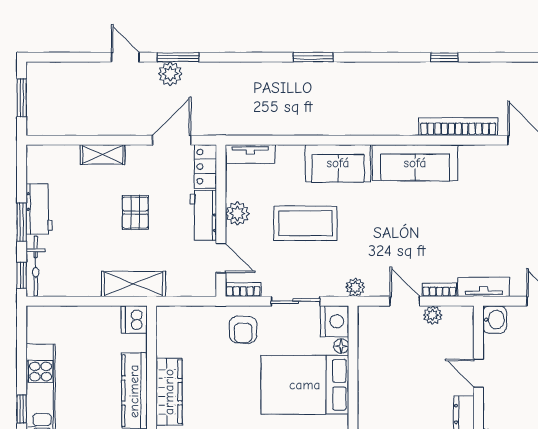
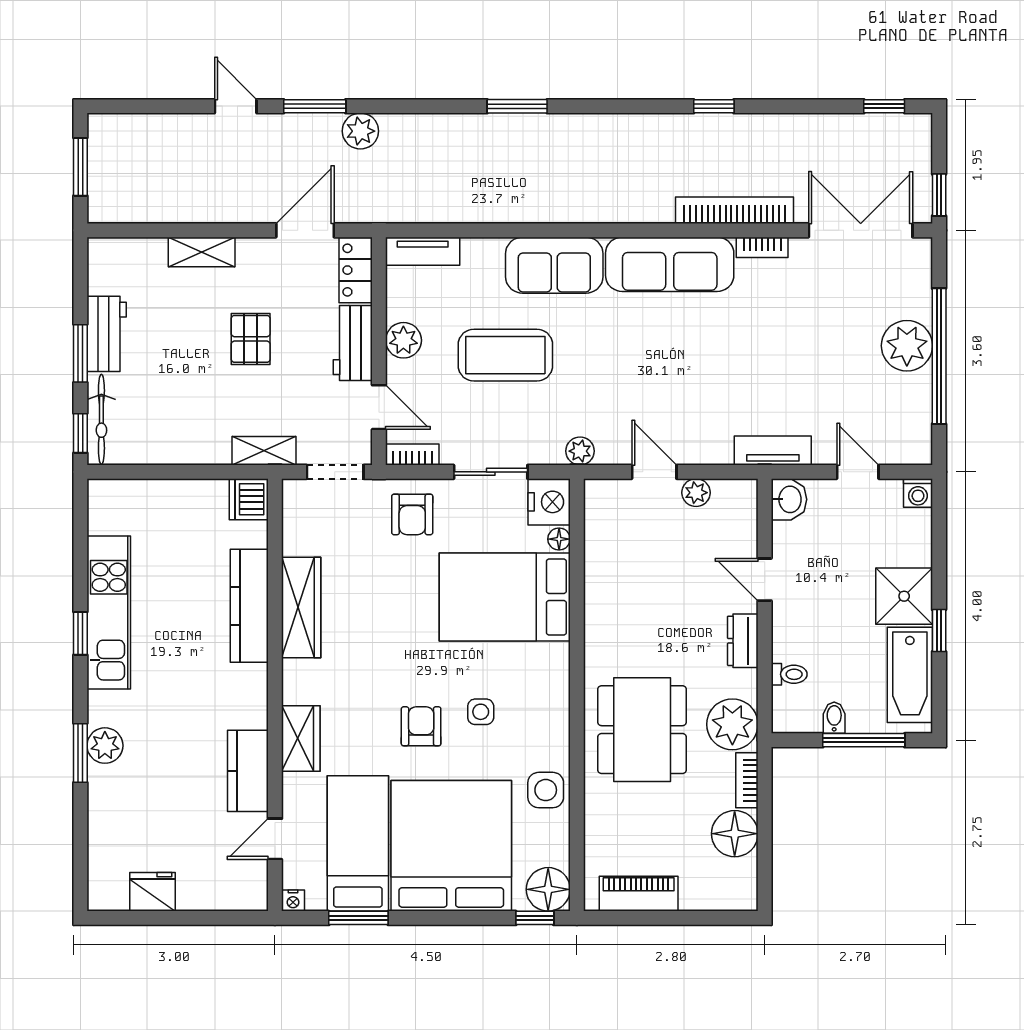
plant: (170, 74) -> (360, 131), moved
shelving: (134, 284) -> (264, 451), width x0.67, depth x0.75
bookcase: (439, 290) -> (762, 247), moved, turned 180
doorway: (192, 301) -> (335, 472), added

